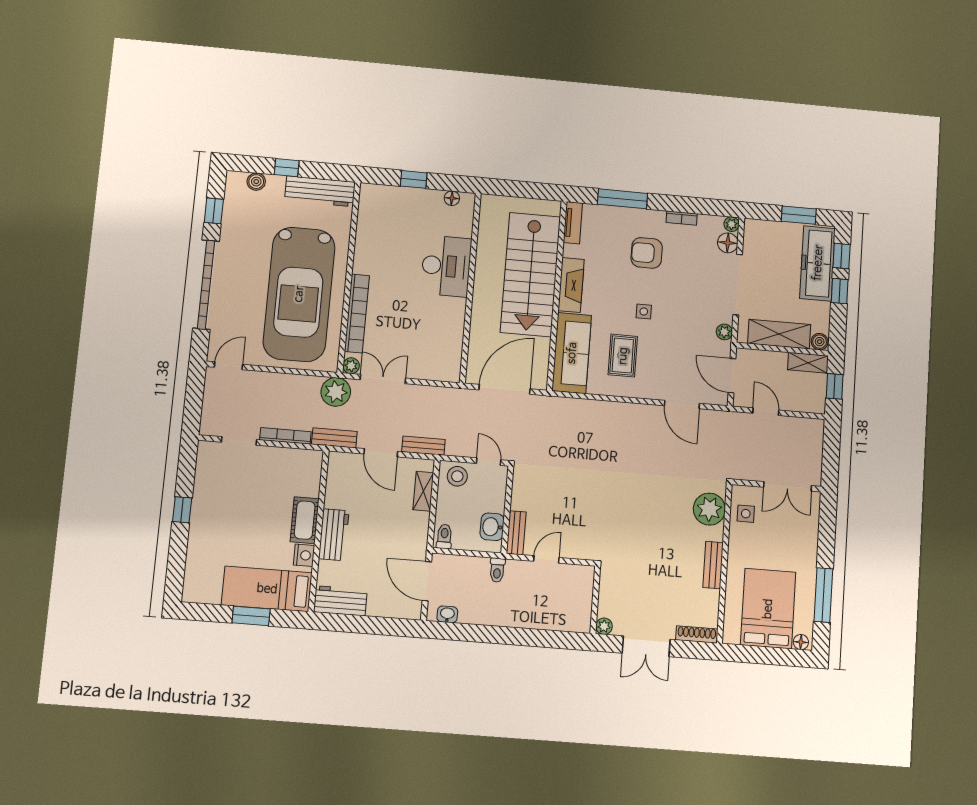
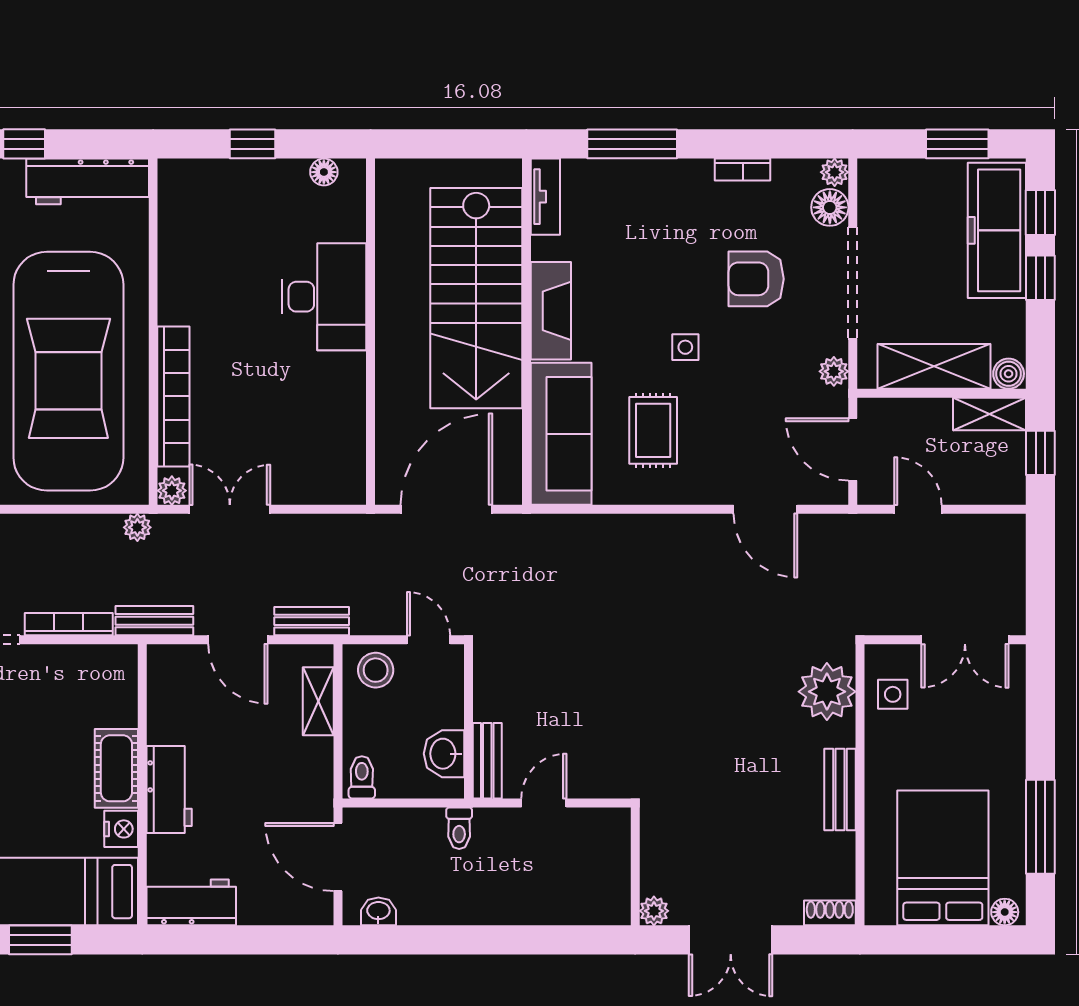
armchair: (647, 253) -> (756, 279), moved
plant: (336, 392) -> (137, 527), width x0.53, depth x0.53
shoe rack: (697, 635) -> (830, 913), width x0.70

